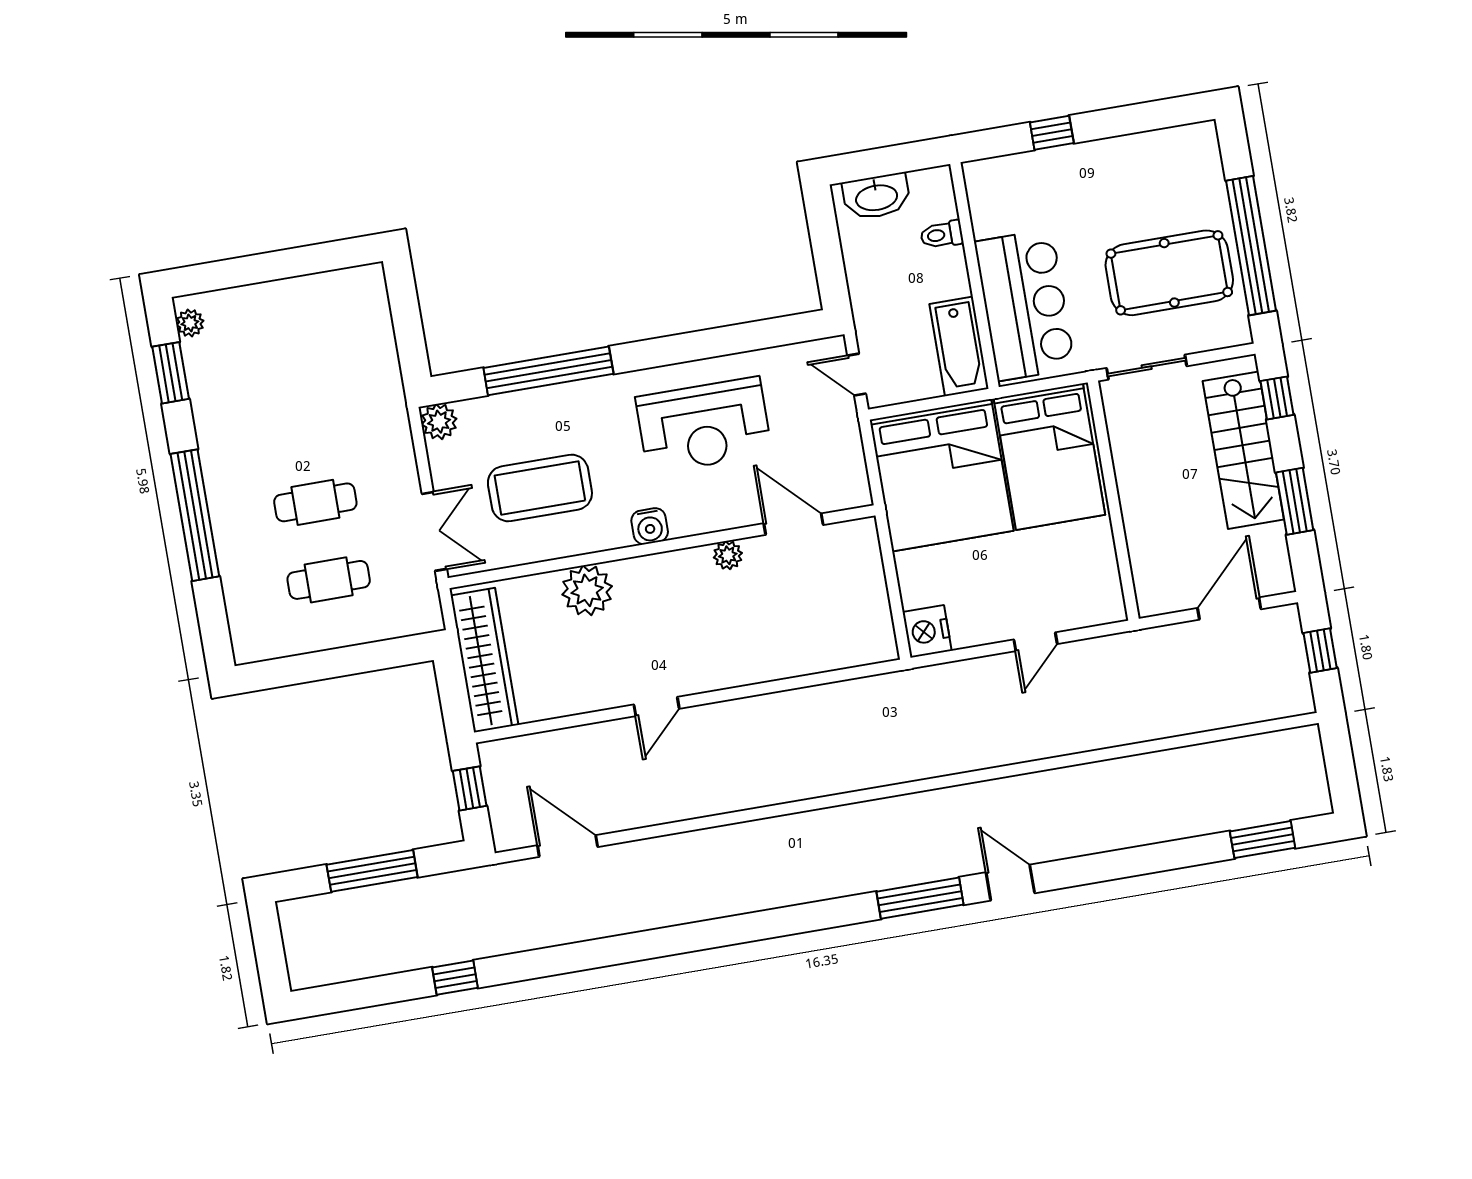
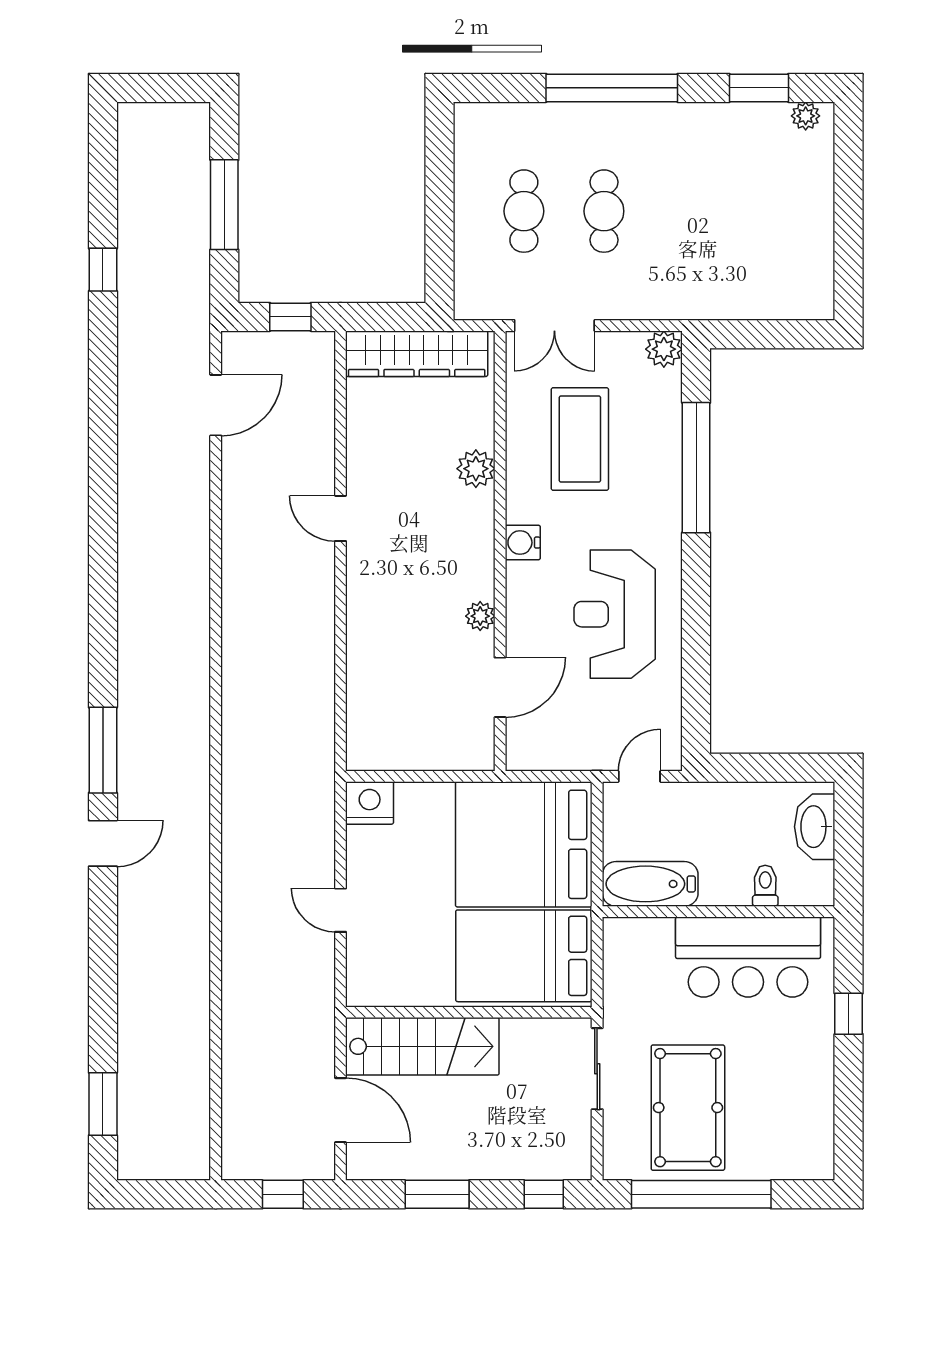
bar counter: (1025, 305) -> (748, 957), moved
stairs: (1243, 450) -> (422, 1046), moved, turned 180
plant: (587, 590) -> (476, 469), width x0.73, depth x0.73

